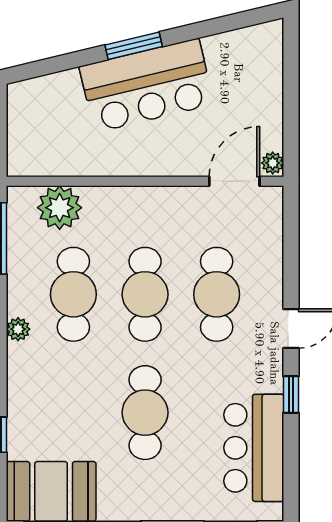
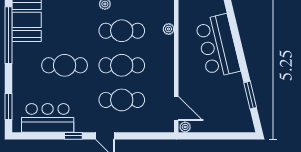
window: (134, 46) -> (250, 95), moved
bar counter: (147, 85) -> (218, 46), moved
plant: (60, 208) -> (169, 29), width x0.53, depth x0.53

